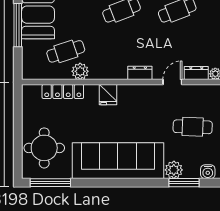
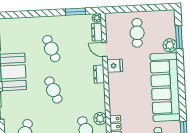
fridge: (108, 95) -> (115, 66), moved
water cooler: (208, 172) -> (170, 20), removed

